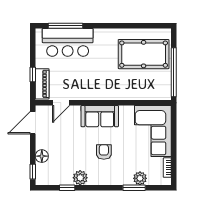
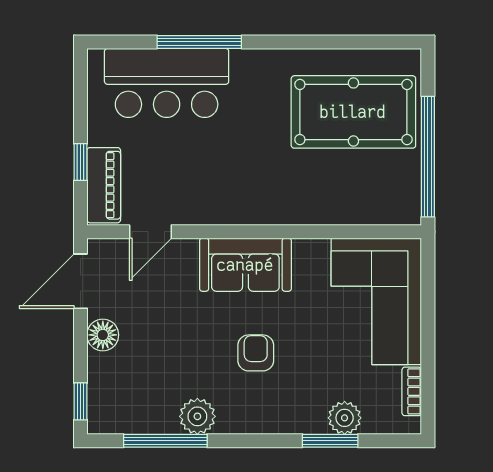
window: (66, 26) -> (199, 42), moved
floor lamp: (42, 156) -> (103, 335), moved
window: (67, 188) -> (165, 441), width x2.17

